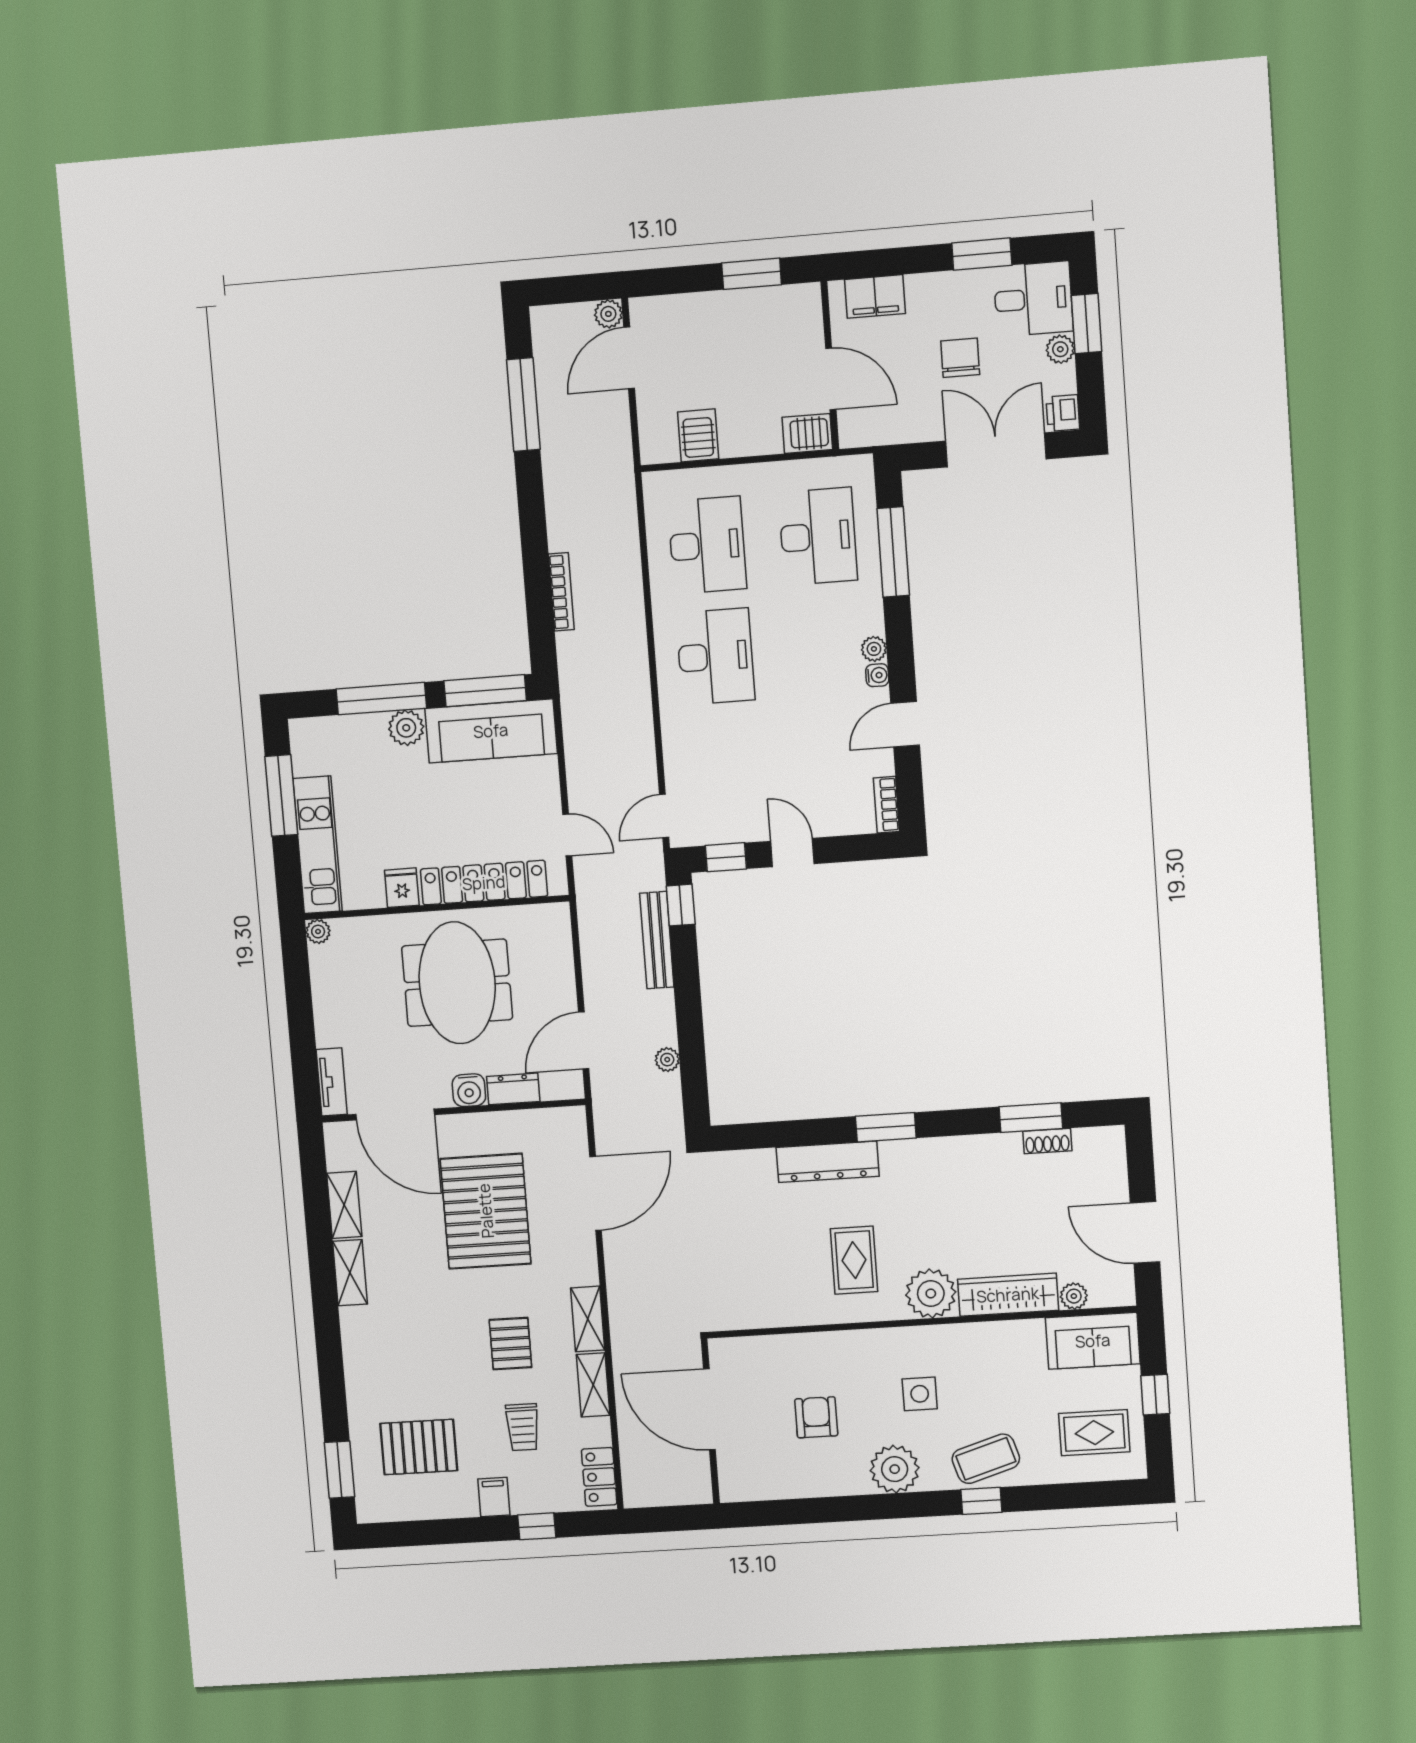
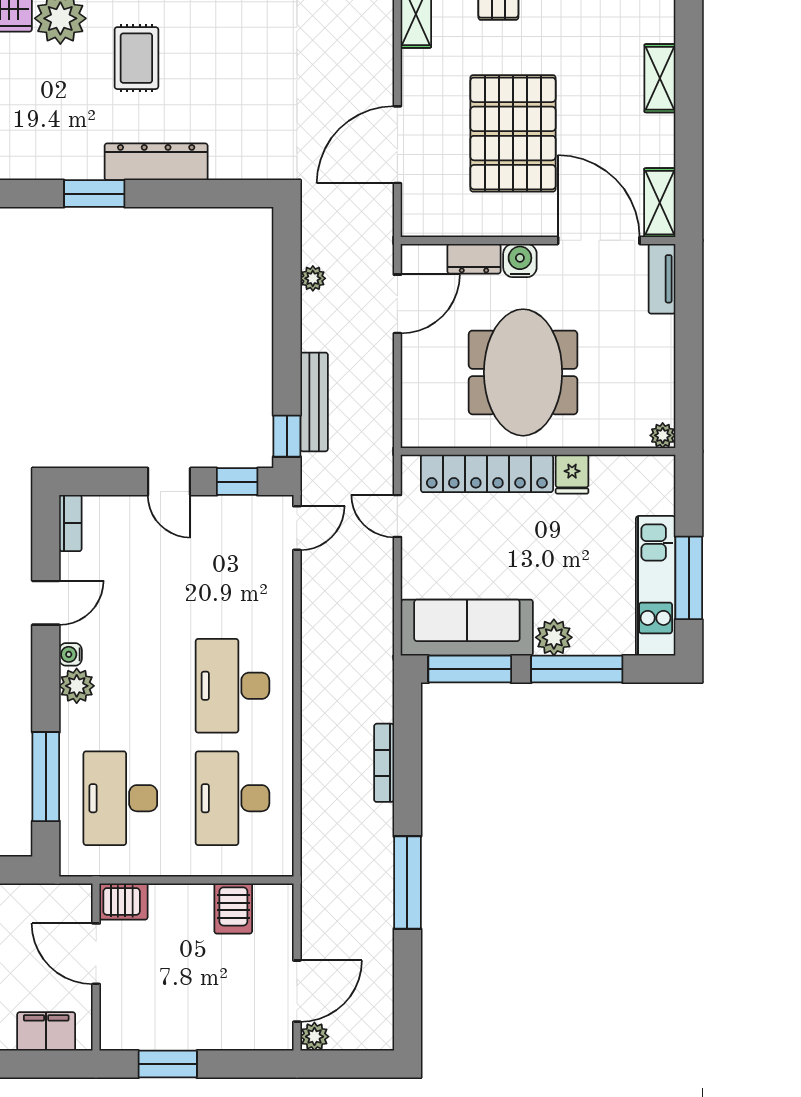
window: (523, 405) -> (407, 883), moved
plant: (874, 649) -> (77, 686), width x1.38, depth x1.38
kitchen unit: (317, 845) -> (656, 586), moved
shelving: (344, 1205) -> (660, 203), moved

